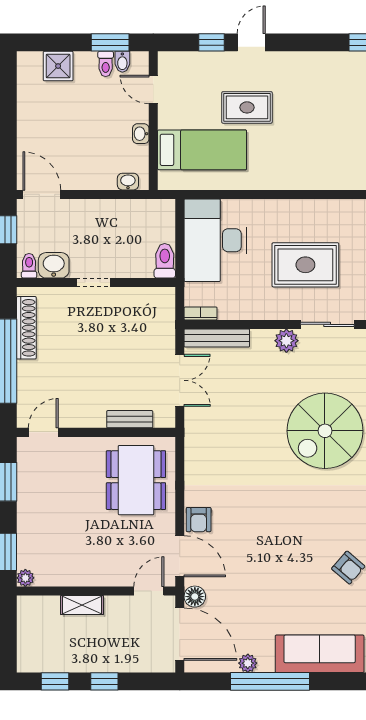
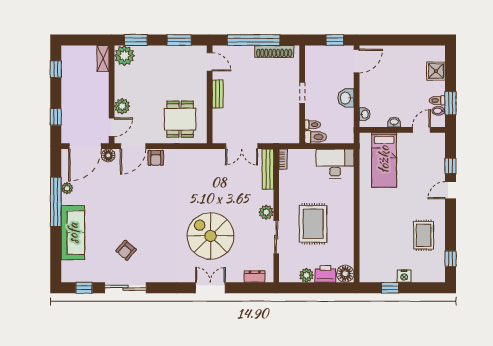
door: (251, 42) -> (450, 190), swing flipped
rug: (247, 107) -> (424, 235), moved
desk: (215, 240) -> (335, 164), width x0.73, depth x0.77
washbasin: (54, 265) -> (346, 98), moved, turned 180
toilet: (29, 266) -> (313, 125), moved
bench: (130, 419) -> (218, 94), moved
dining table: (136, 480) -> (180, 119), width x0.73
armchair: (199, 520) -> (156, 158), turned -90
plant: (115, 574) -> (122, 106), added
plant: (25, 578) -> (124, 56), width x1.88, depth x1.88
door: (149, 591) -> (112, 127), hinge flipped
shelving: (82, 605) -> (103, 59), moved
window: (104, 681) -> (56, 117), moved

